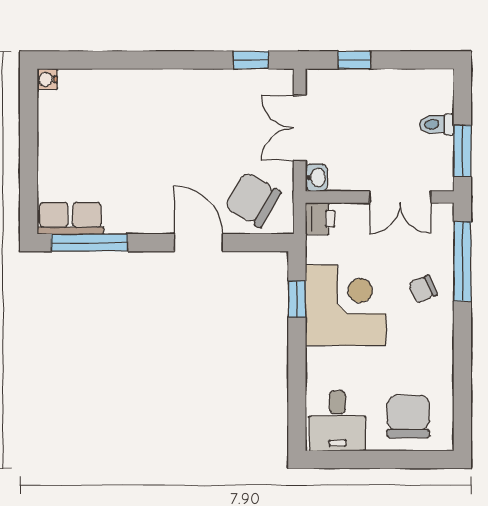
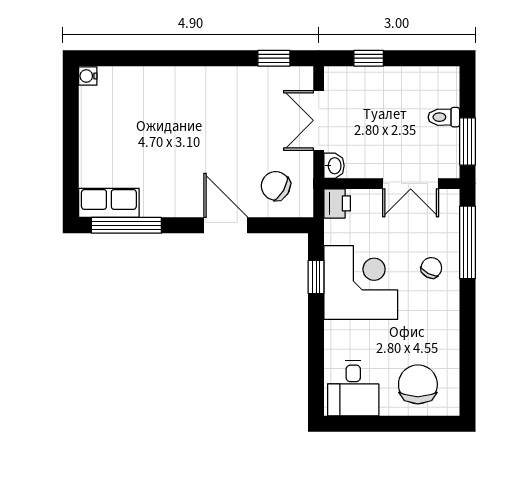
chair: (253, 200) -> (276, 186), width x0.73, depth x0.73
chair: (423, 289) -> (431, 268), turned 142

